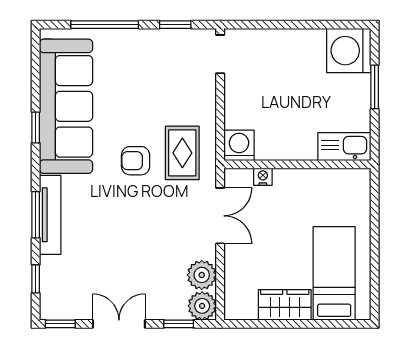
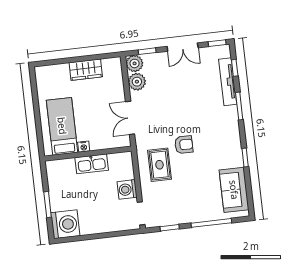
sofa: (66, 106) -> (234, 190), width x0.54, depth x0.79
washing machine: (239, 145) -> (127, 189), moved, turned 90
kitchen sink: (344, 147) -> (92, 164), moved
rug: (182, 153) -> (160, 165), moved
nightstand: (263, 177) -> (84, 147), moved
tv unit: (50, 215) -> (228, 82), moved
bed: (334, 273) -> (62, 126), moved, turned 180

